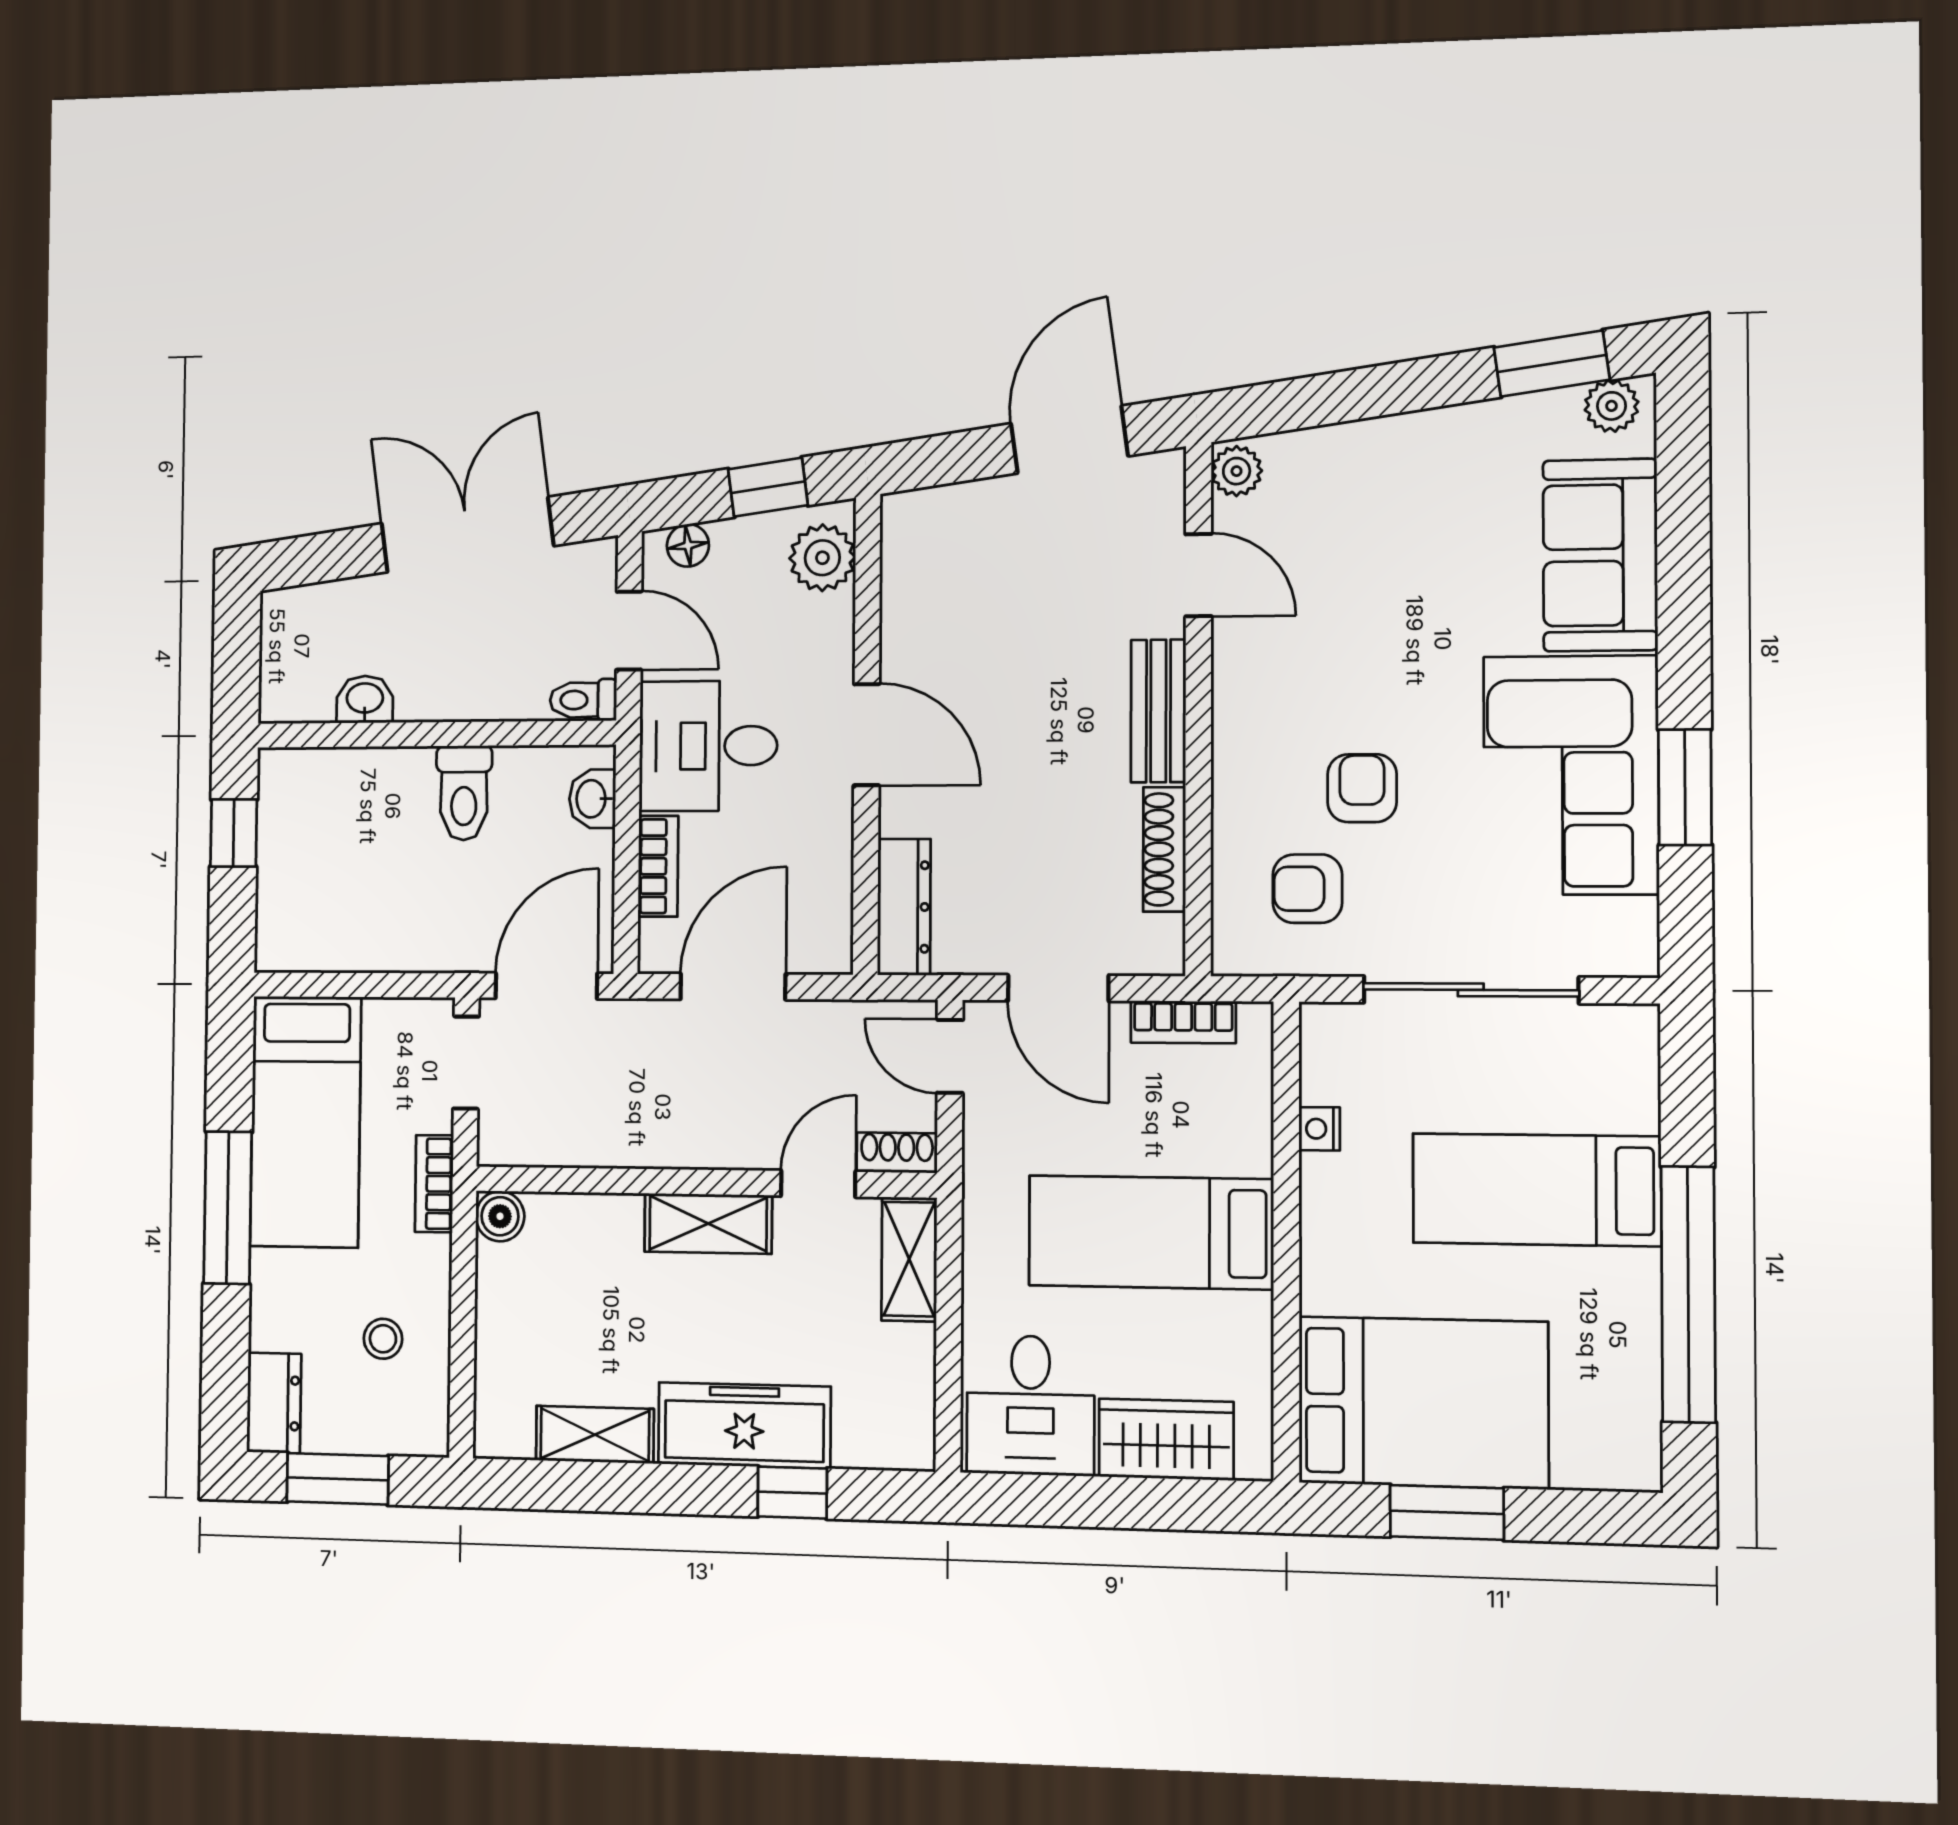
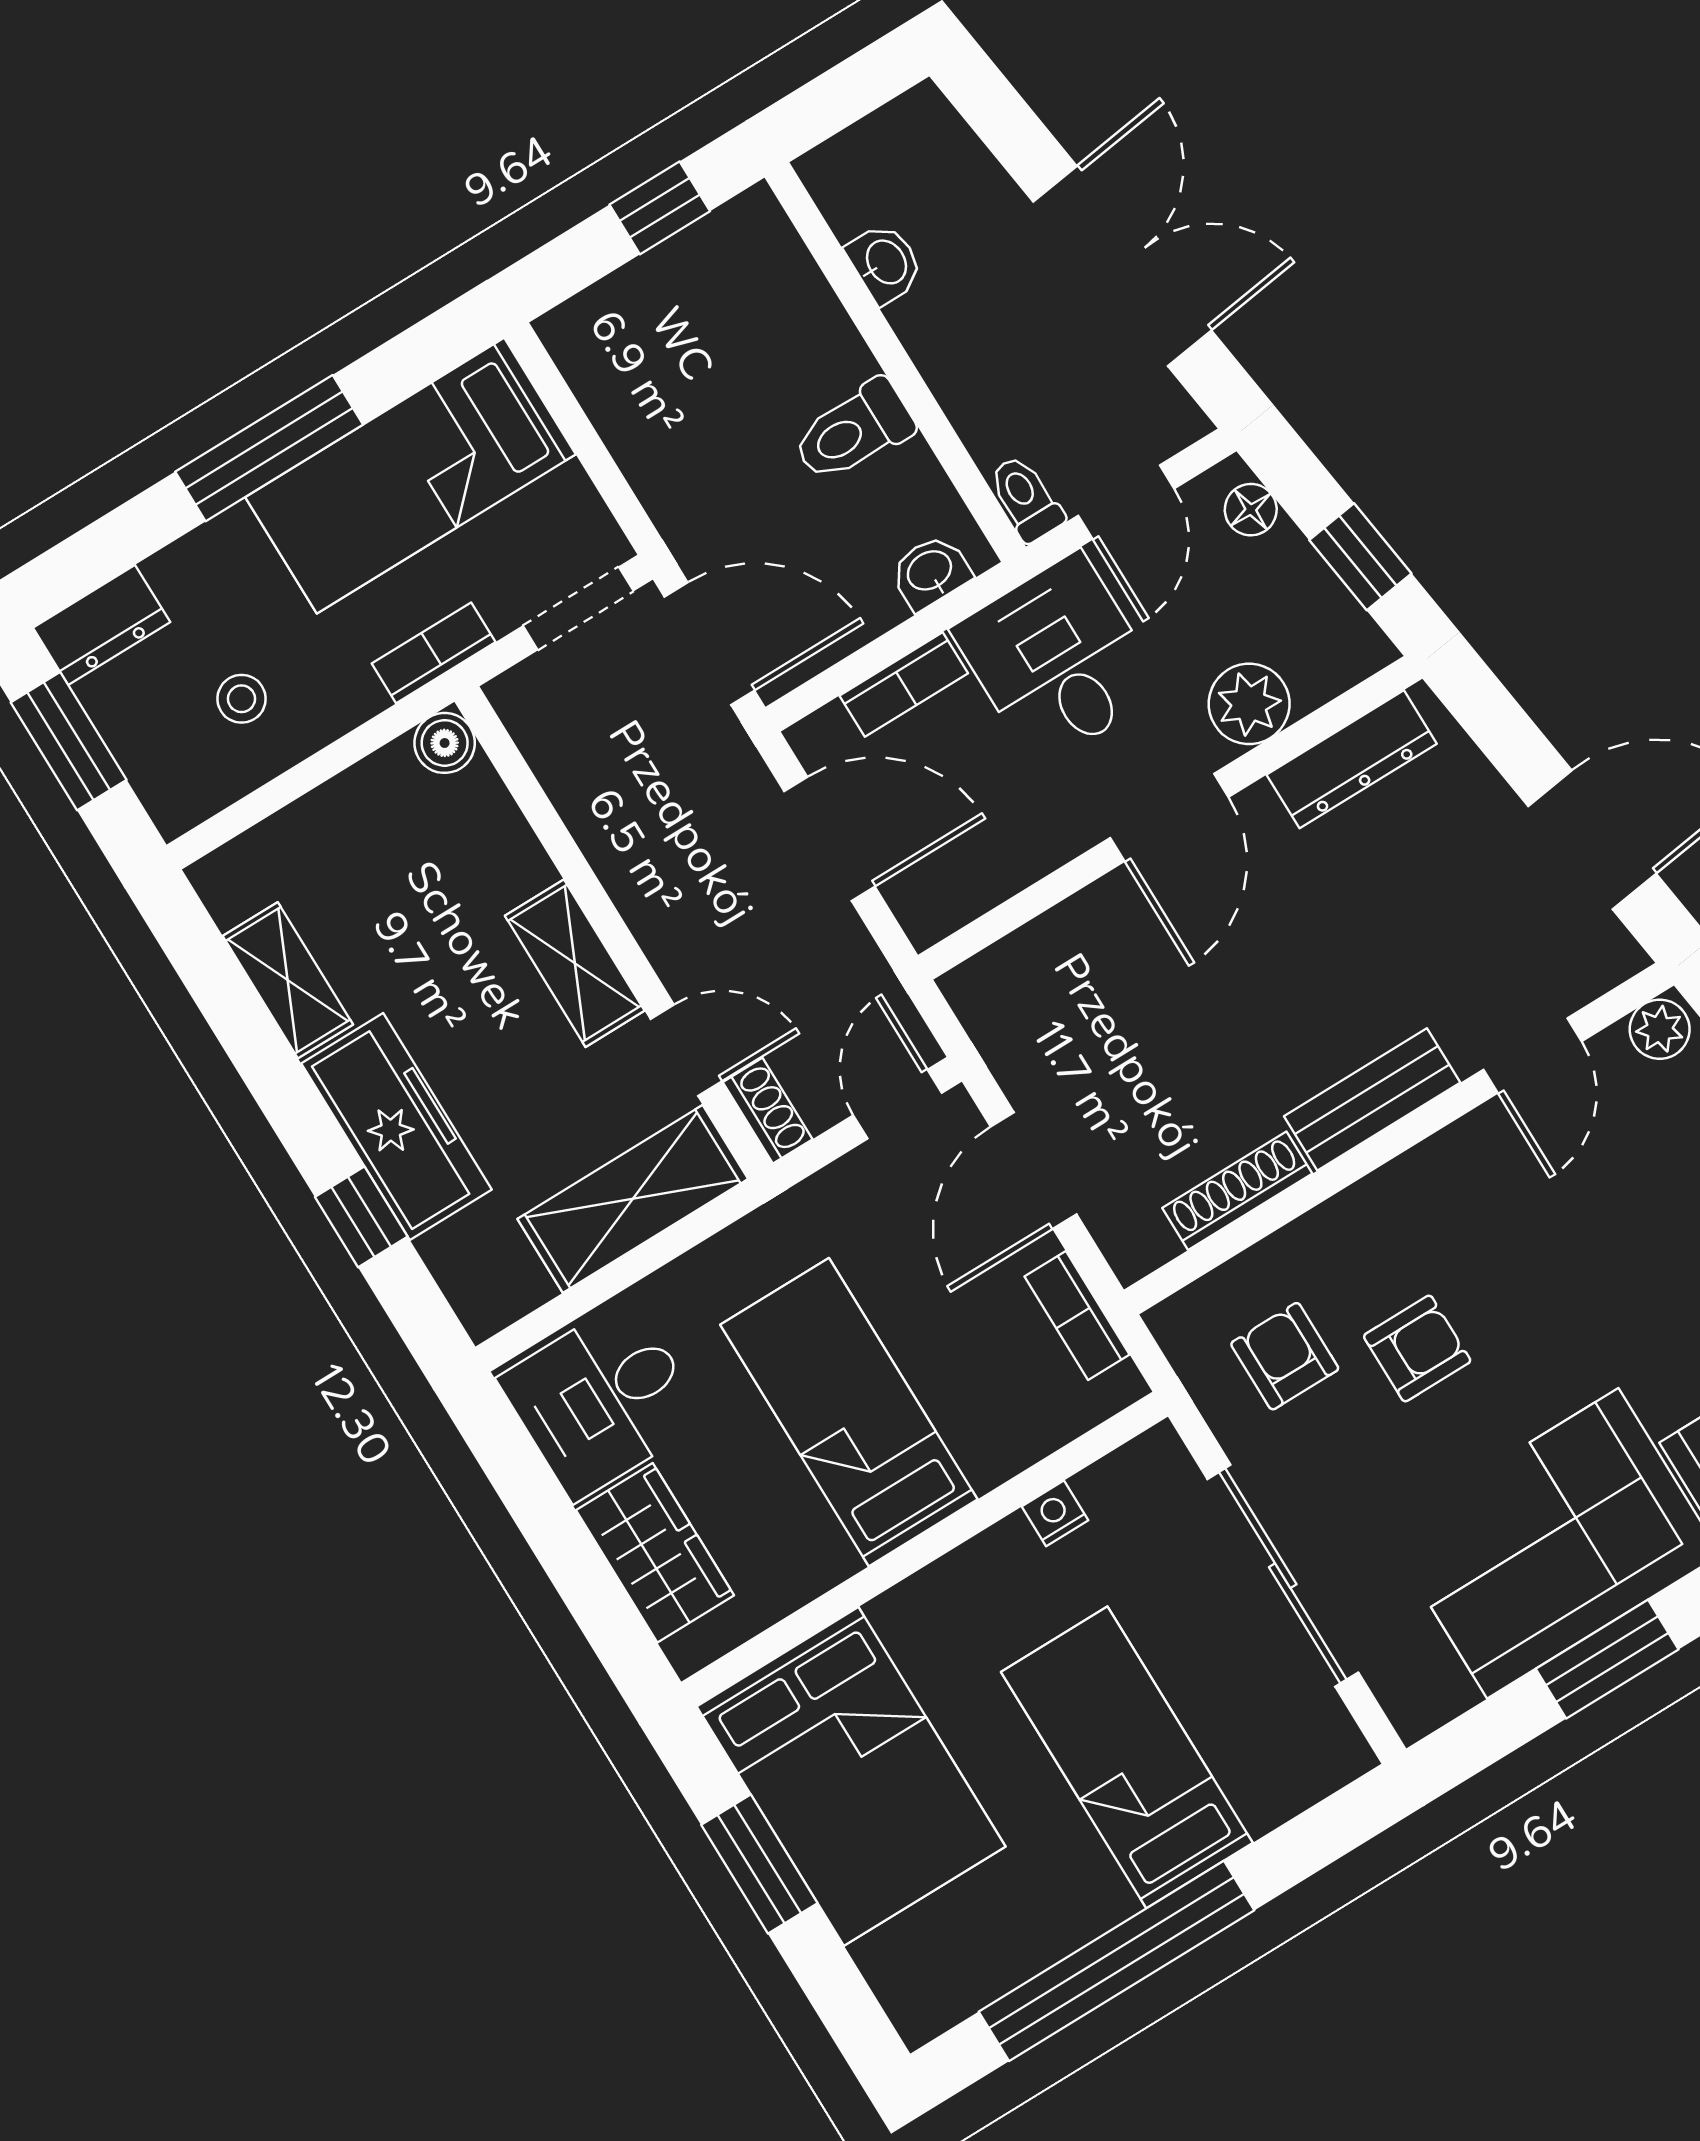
plant: (822, 558) -> (1249, 704), moved
dresser: (904, 907) -> (1352, 759), moved
shelving: (909, 1259) -> (633, 1199), width x1.50, depth x1.33

